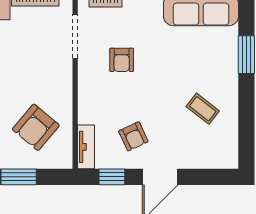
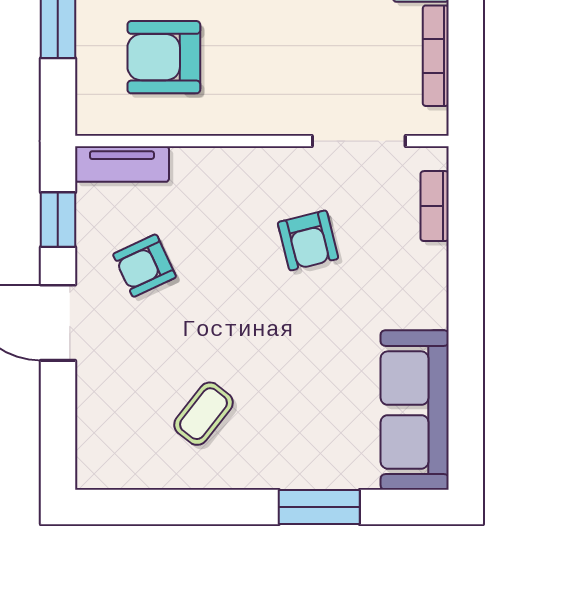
armchair: (122, 60) -> (308, 240), turned -104
armchair: (36, 127) -> (164, 57), turned -40

